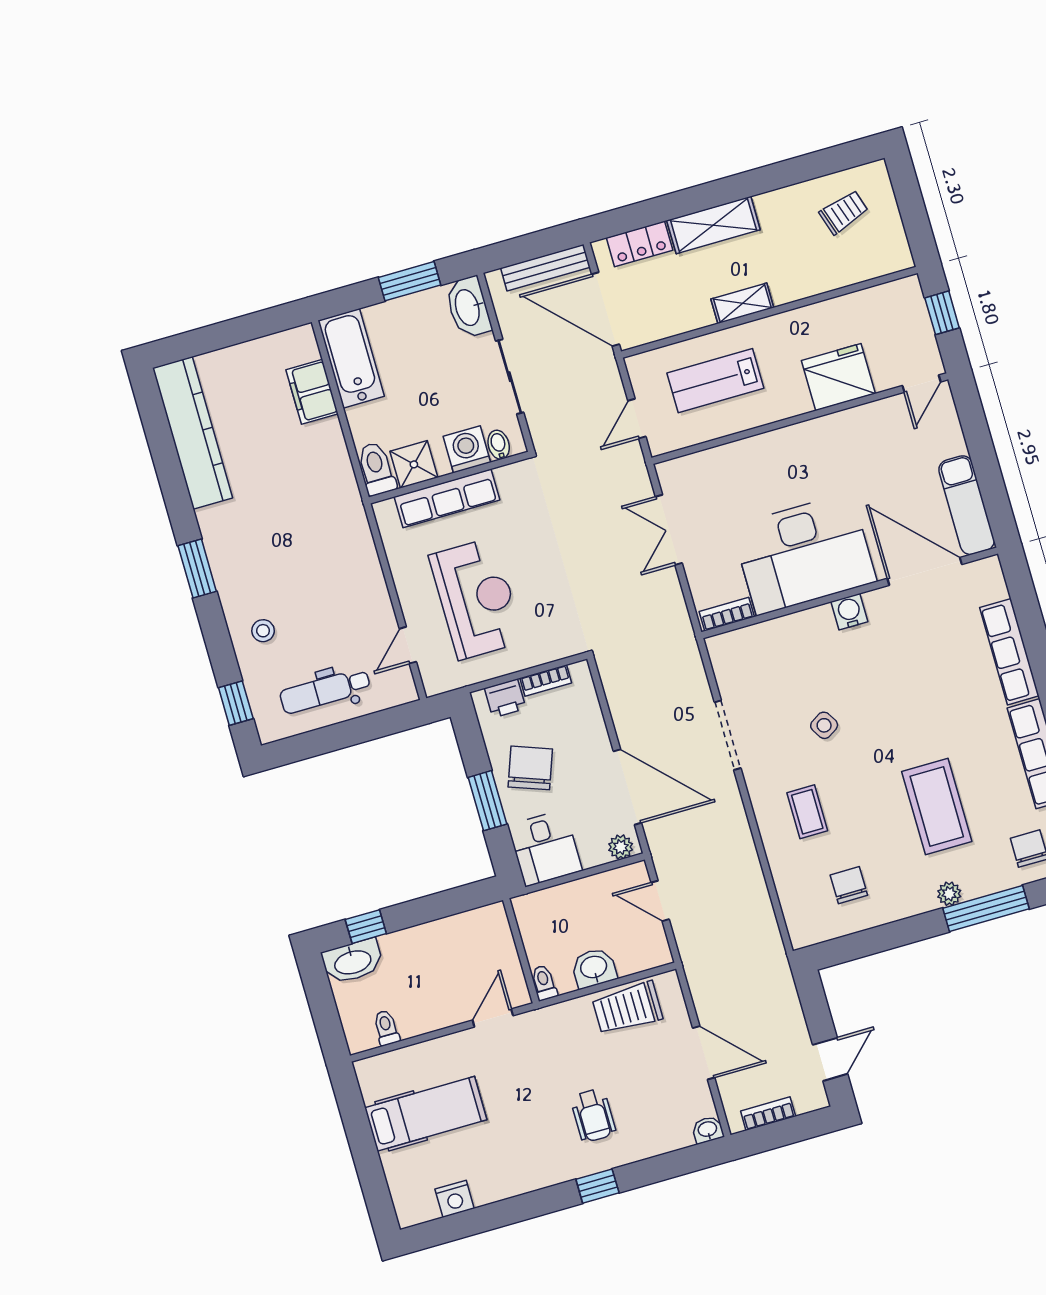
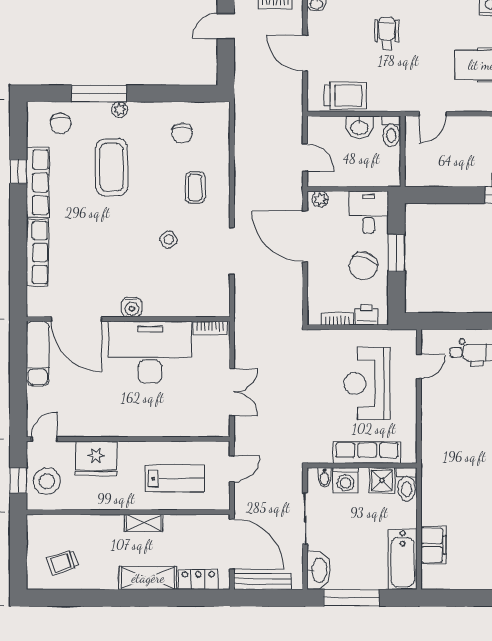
window: (410, 281) -> (351, 598), width x1.44
stool: (900, 324) -> (47, 481), added
toilet: (544, 983) -> (391, 131), width x1.37, depth x1.39

